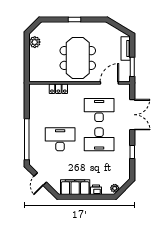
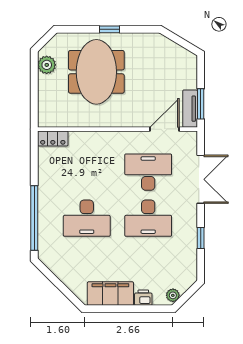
tv unit: (126, 49) -> (190, 109), moved
meeting table: (78, 58) -> (96, 72), moved
locker: (58, 89) -> (53, 138), moved
desk: (60, 139) -> (87, 218), turned 180
door: (40, 179) -> (55, 281), removed

